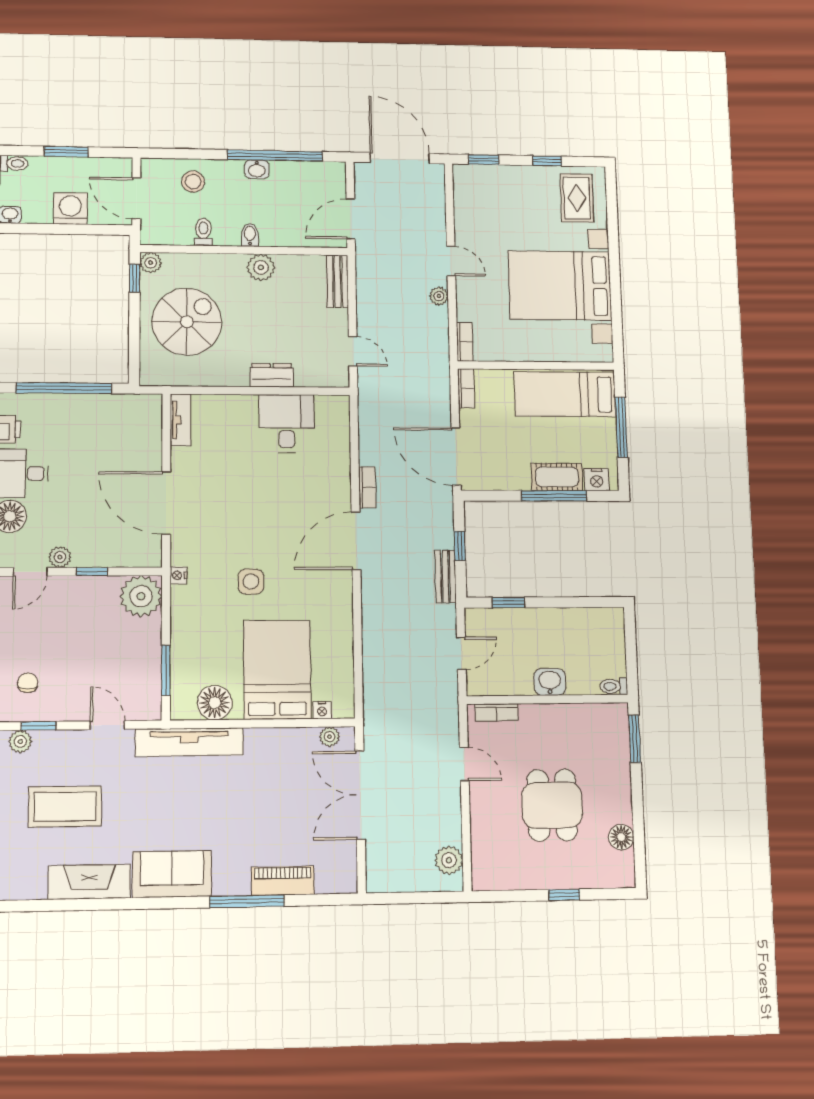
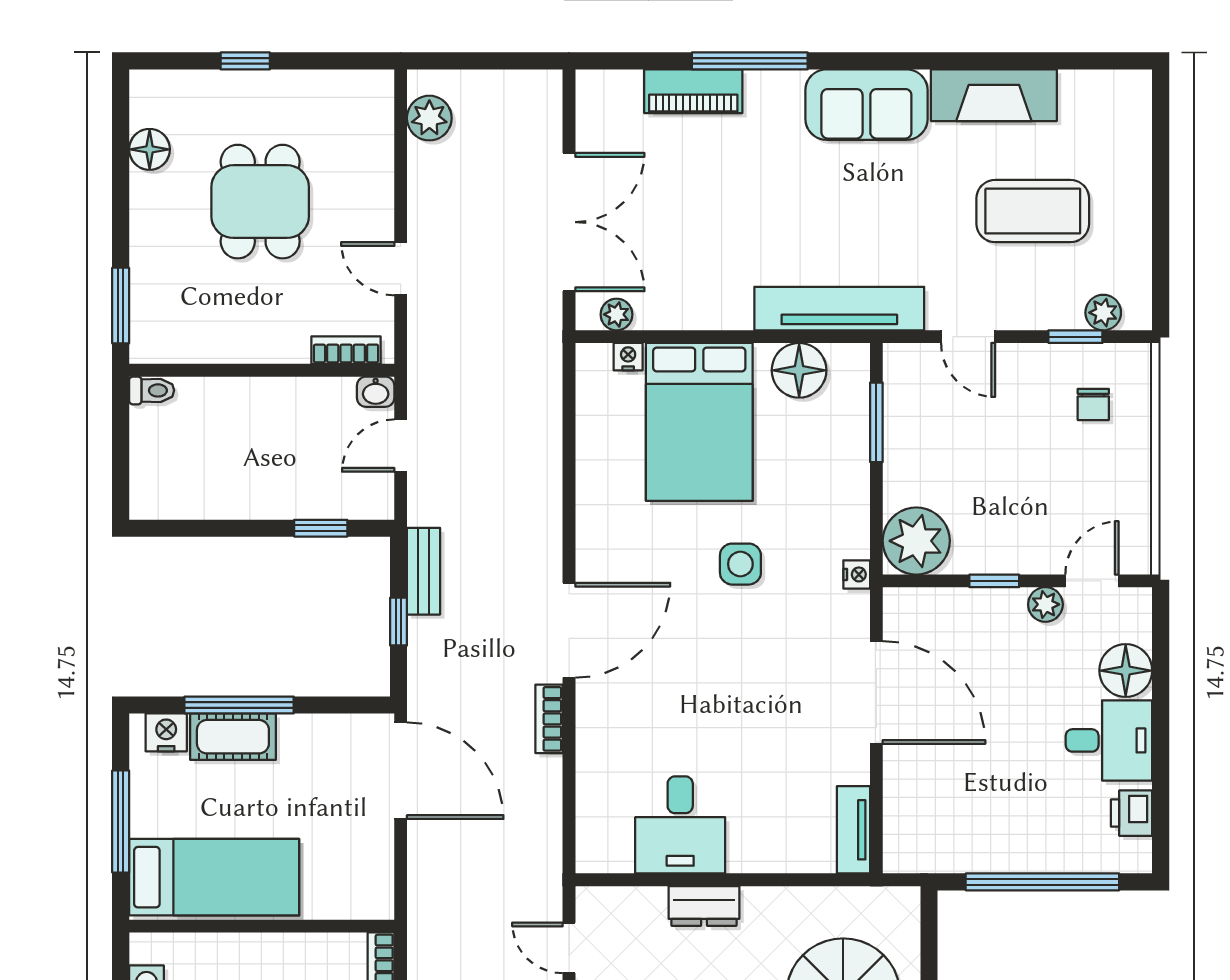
bookcase: (466, 388) -> (381, 886), removed
washbasin: (550, 682) -> (376, 392), moved, width x0.72, depth x0.69

